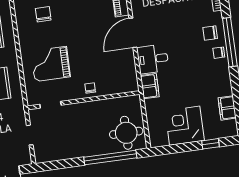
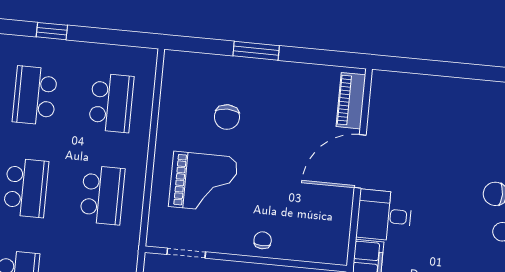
chair: (43, 14) -> (227, 117), moved, turned 180
grand piano: (51, 64) -> (203, 182), turned 180

